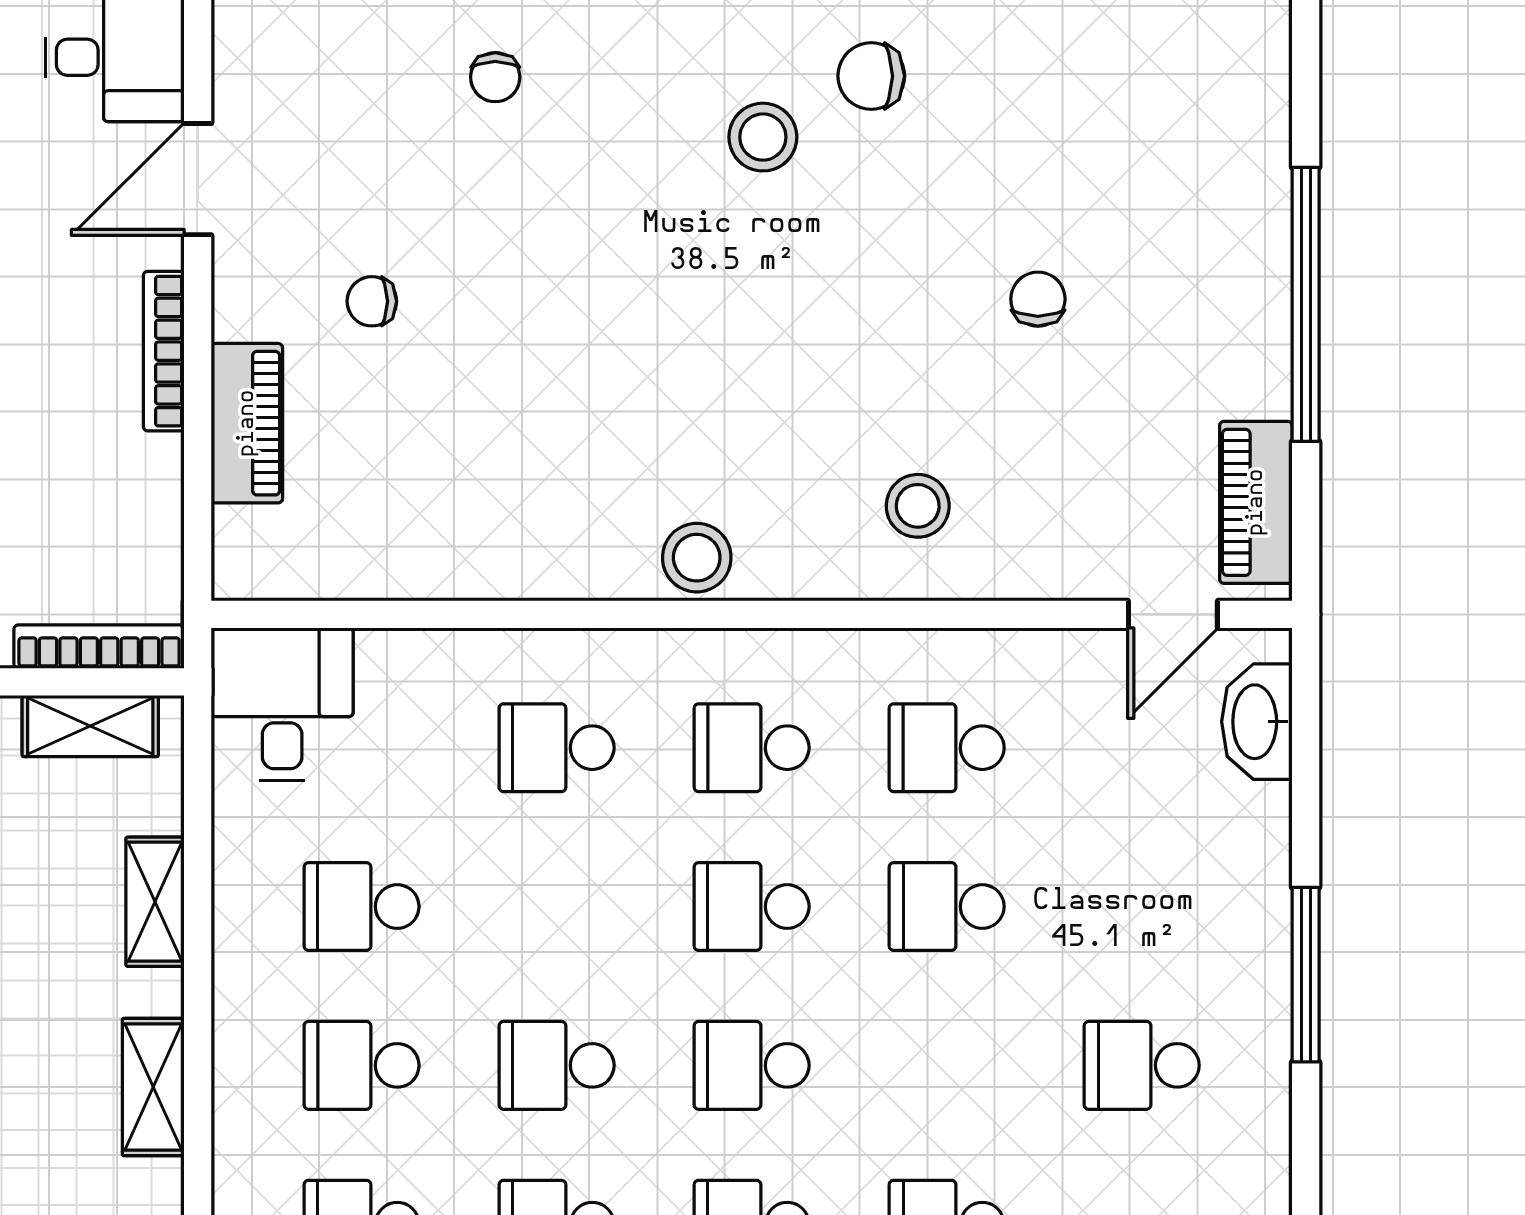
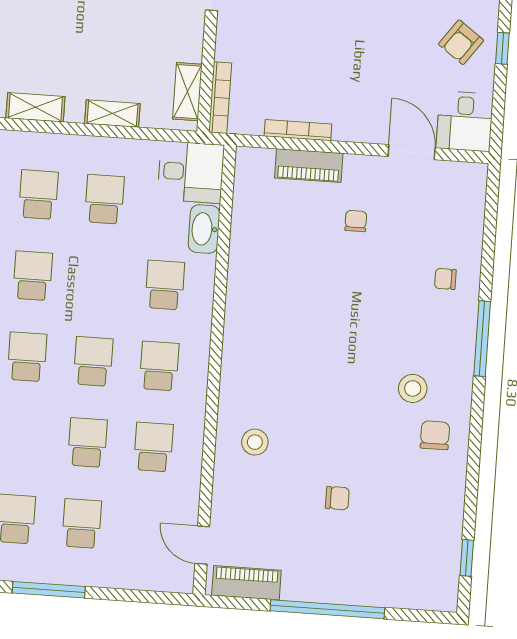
bookcase: (164, 351) -> (298, 130), moved
stool: (697, 558) -> (240, 349), removed
washbasin: (1257, 722) -> (204, 229), moved, turned -90
school desk: (1142, 907) -> (82, 524), added

